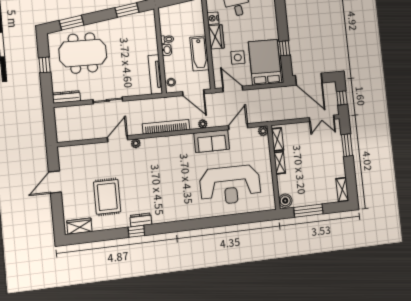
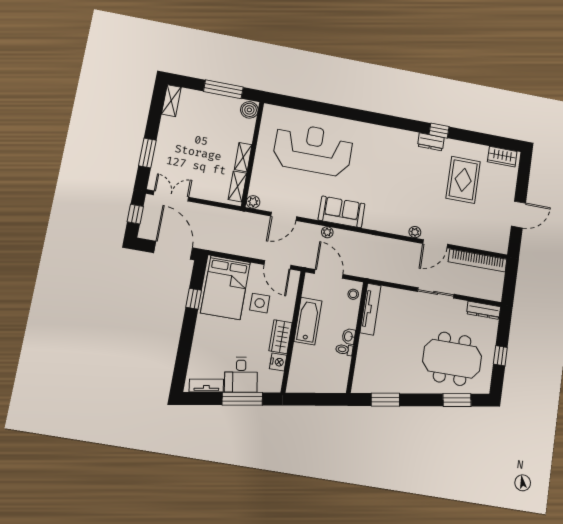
bookcase: (166, 127) -> (478, 260), moved
sofa: (212, 141) -> (342, 212), moved

